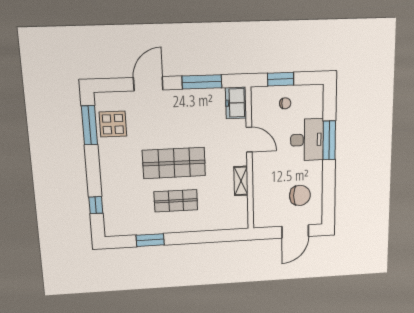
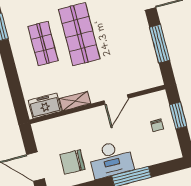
freezer: (236, 103) -> (45, 106), moved
desk: (307, 140) -> (111, 159), moved
chair: (300, 195) -> (72, 162), turned 91

